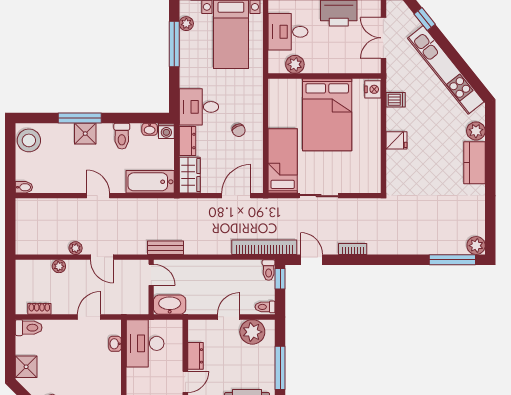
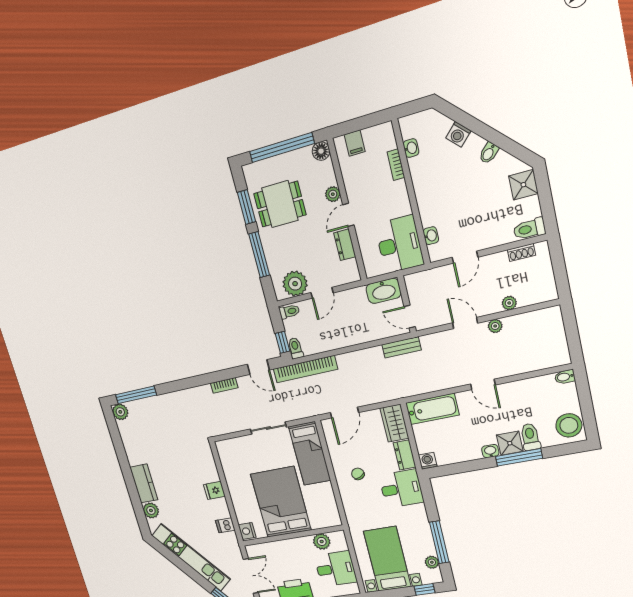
washbasin: (150, 129) -> (490, 451), moved
toilet: (122, 136) -> (530, 437), moved

